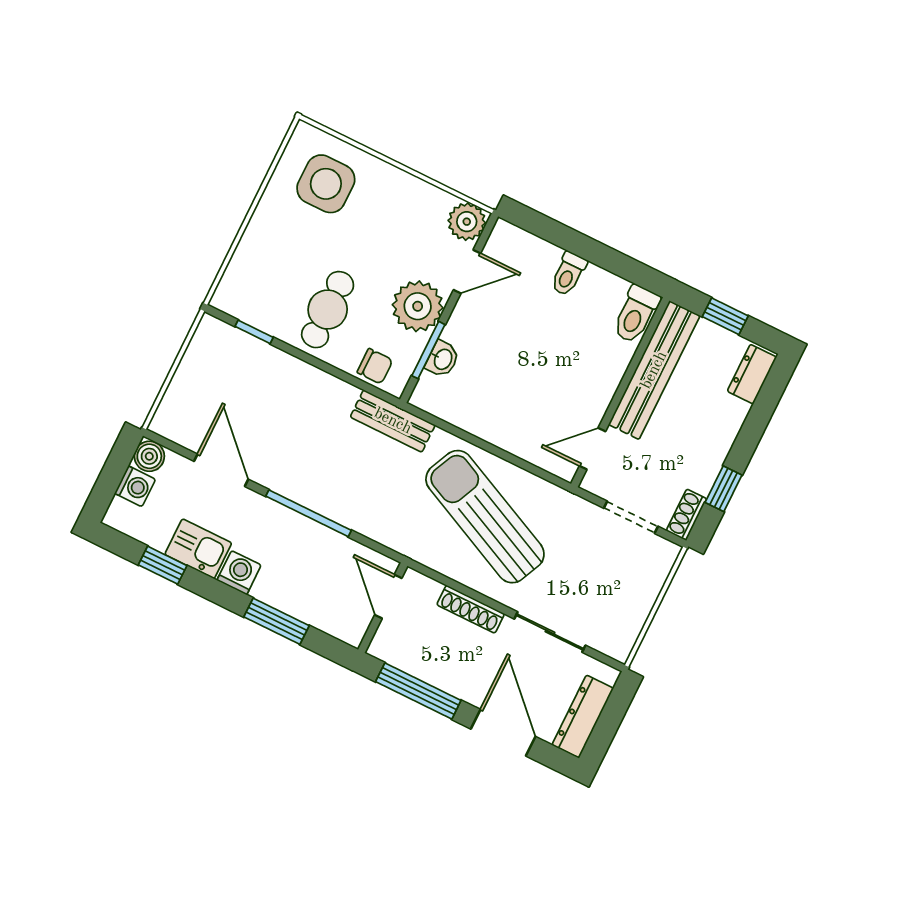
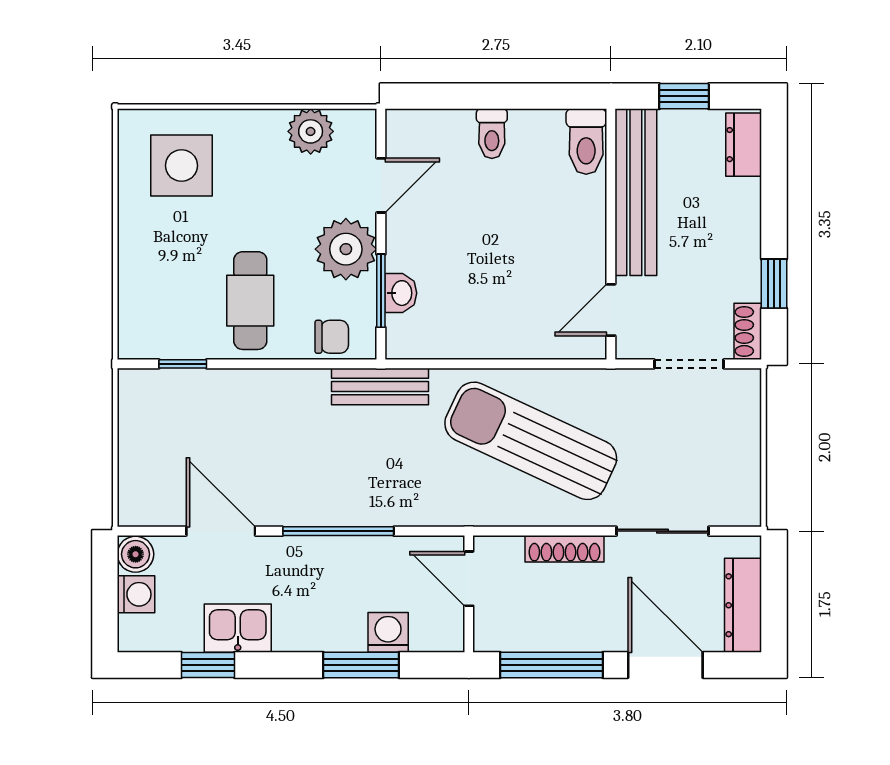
plant: (467, 222) -> (311, 131), moved
washing machine: (239, 573) -> (388, 632), moved

